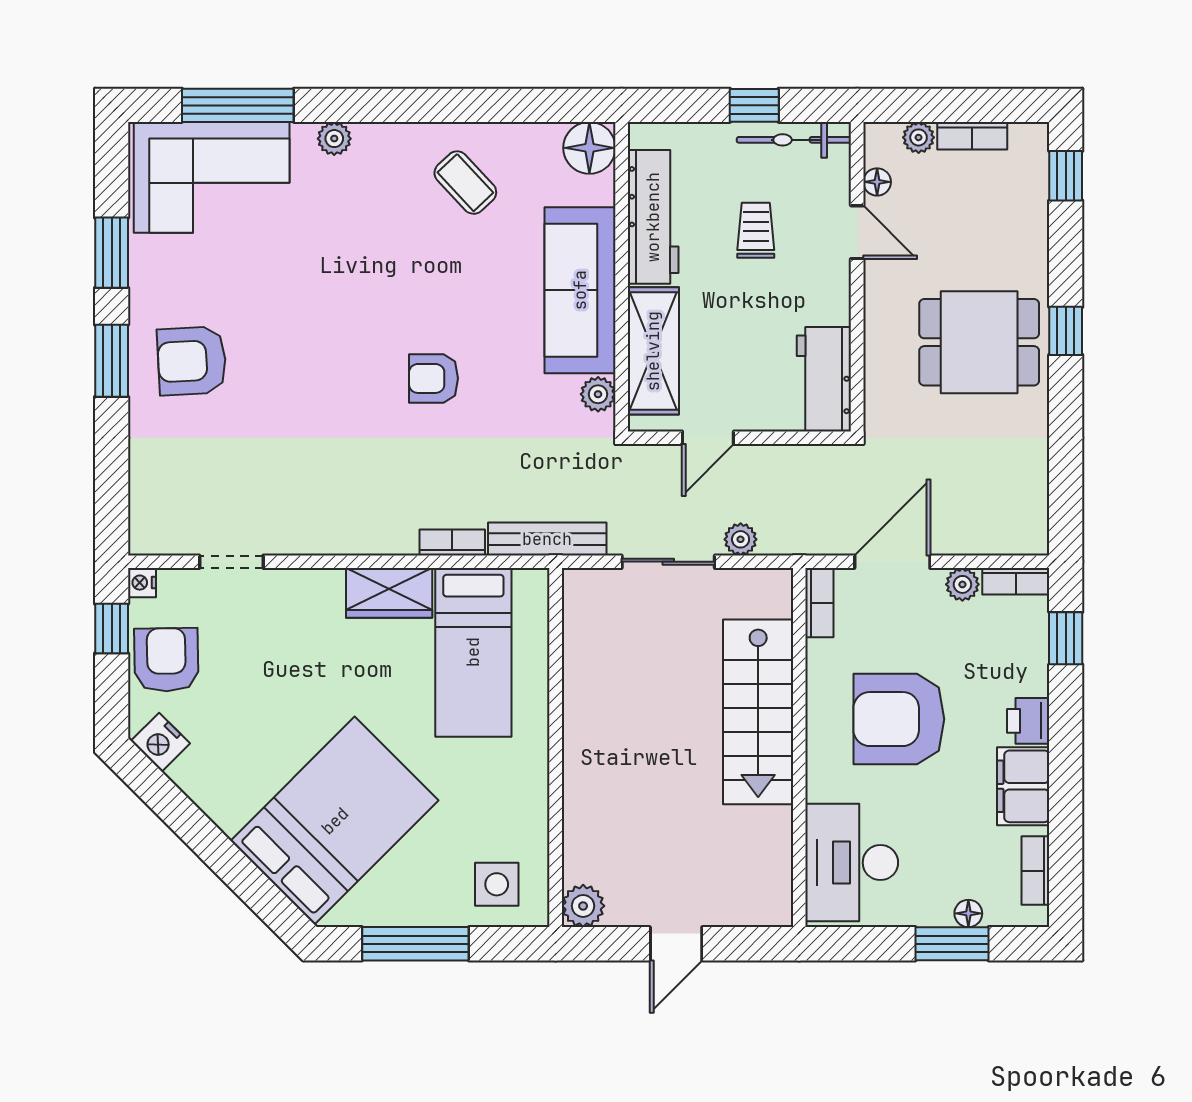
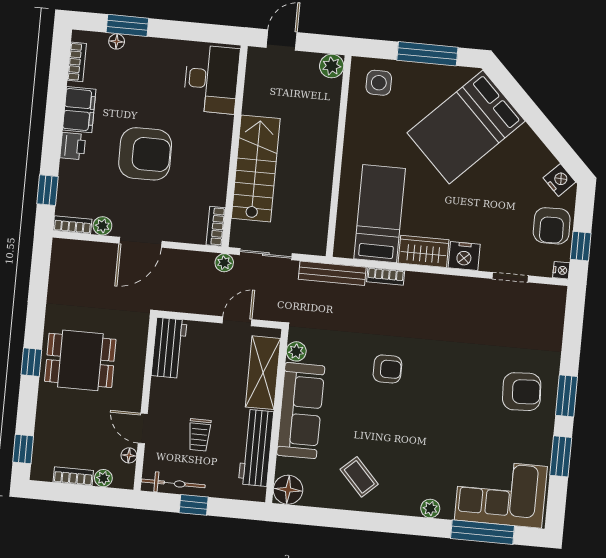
nightstand: (317, 591) -> (464, 256), added
bookcase: (819, 603) -> (216, 226), moved
stairs: (758, 712) -> (256, 168), moved
wall: (799, 748) -> (235, 146), moved
desk: (852, 863) -> (211, 79), moved

